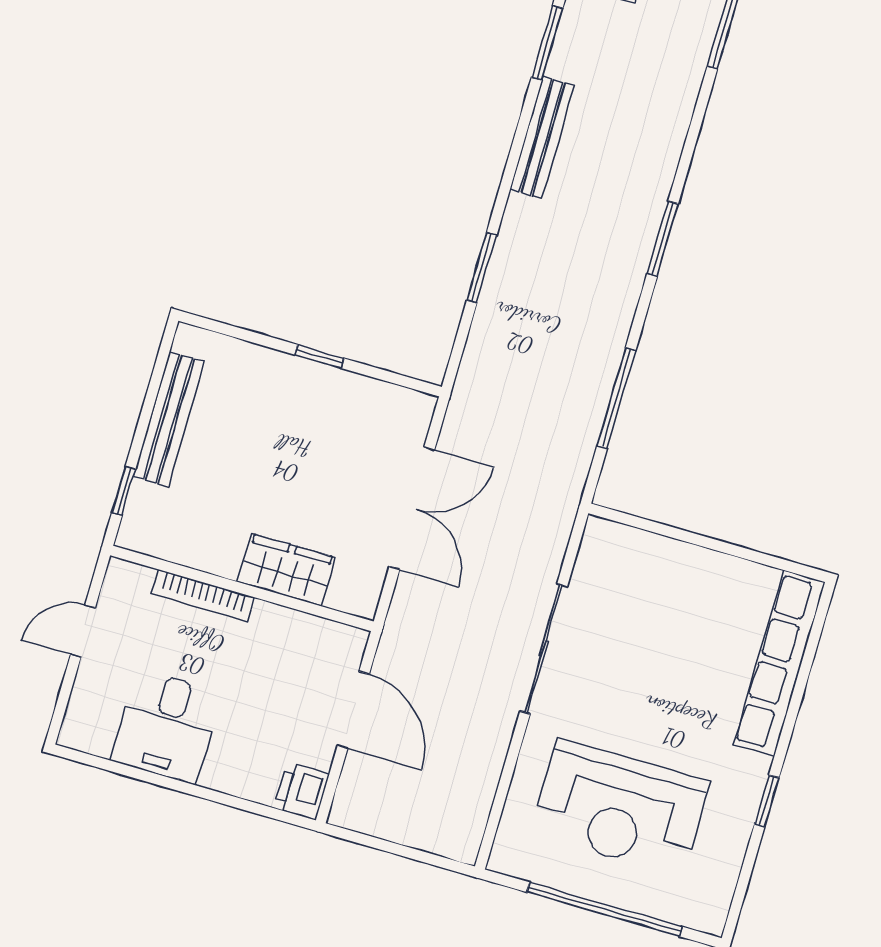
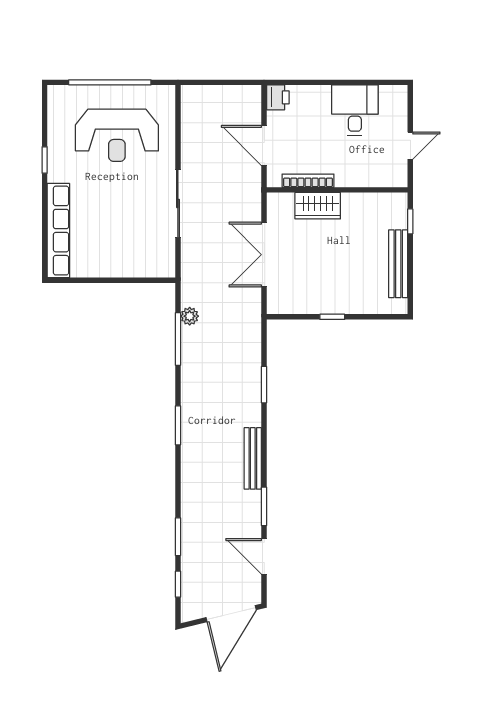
plant: (583, 434) -> (190, 316), added
bookcase: (203, 596) -> (308, 181), moved
reception desk: (620, 808) -> (117, 135), turned 180

